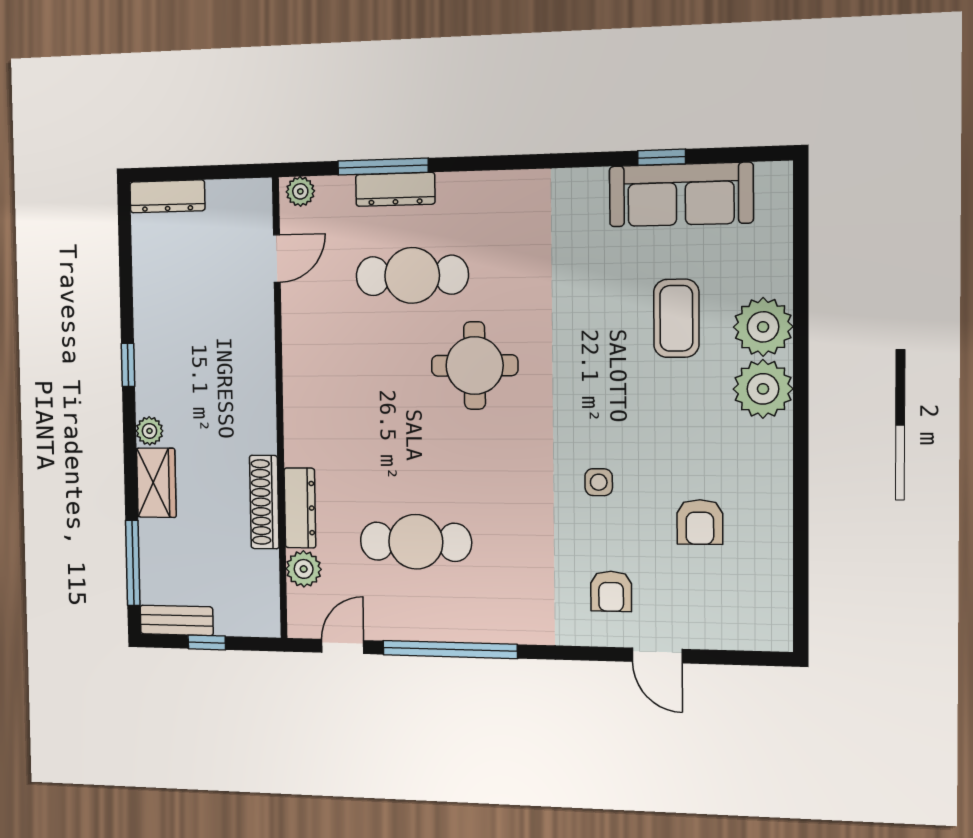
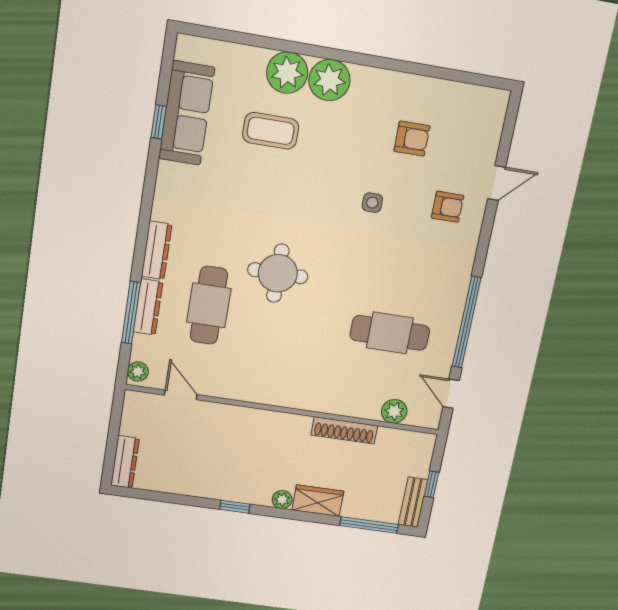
dresser: (300, 508) -> (157, 250), moved, turned 90
cafe table: (416, 542) -> (390, 333), turned 90

